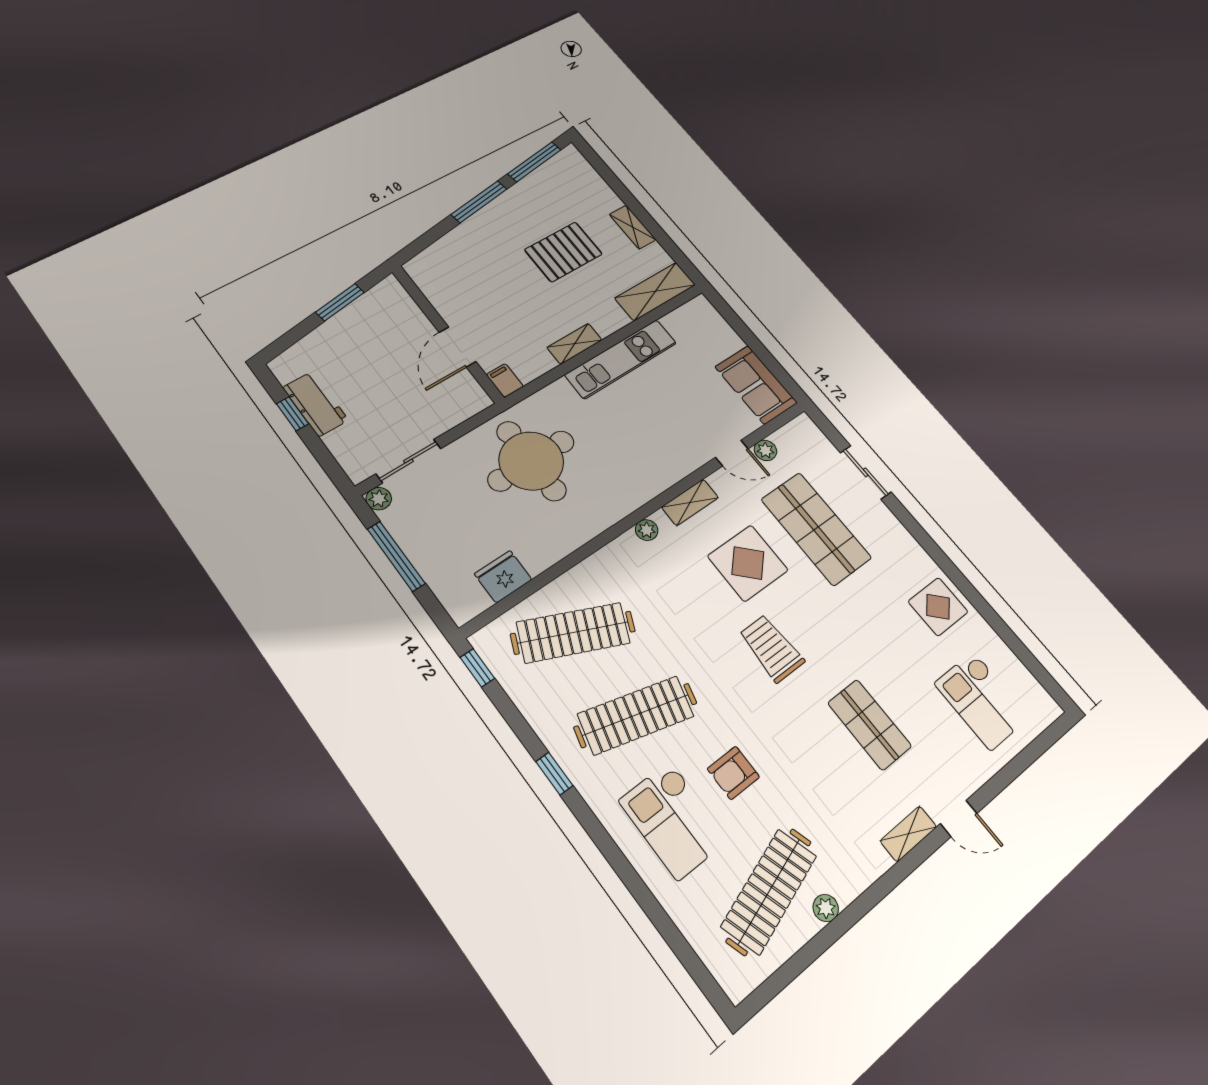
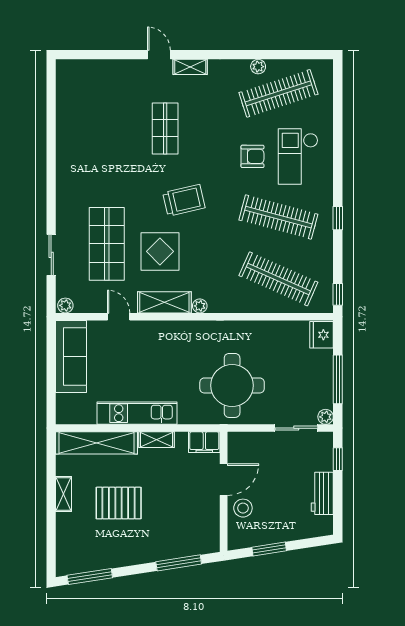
window: (479, 202) -> (179, 563), moved
shelving: (655, 291) -> (97, 443), width x1.47
stool: (408, 329) -> (243, 508), added
filing cabinet: (505, 380) -> (204, 442), width x2.00
sofa: (756, 385) -> (71, 357), width x1.36
window: (292, 414) -> (338, 459), moved
plant: (765, 450) -> (65, 305), moved
shelving: (690, 502) -> (164, 302), width x1.50, depth x1.33
fridge: (503, 577) -> (322, 335), moved, turned 90
display table: (938, 607) -> (76, 158), removed
trolley: (772, 648) -> (184, 200), turned -103
checkout: (982, 700) -> (95, 97), removed
checkout: (674, 820) -> (298, 157), turned 180

